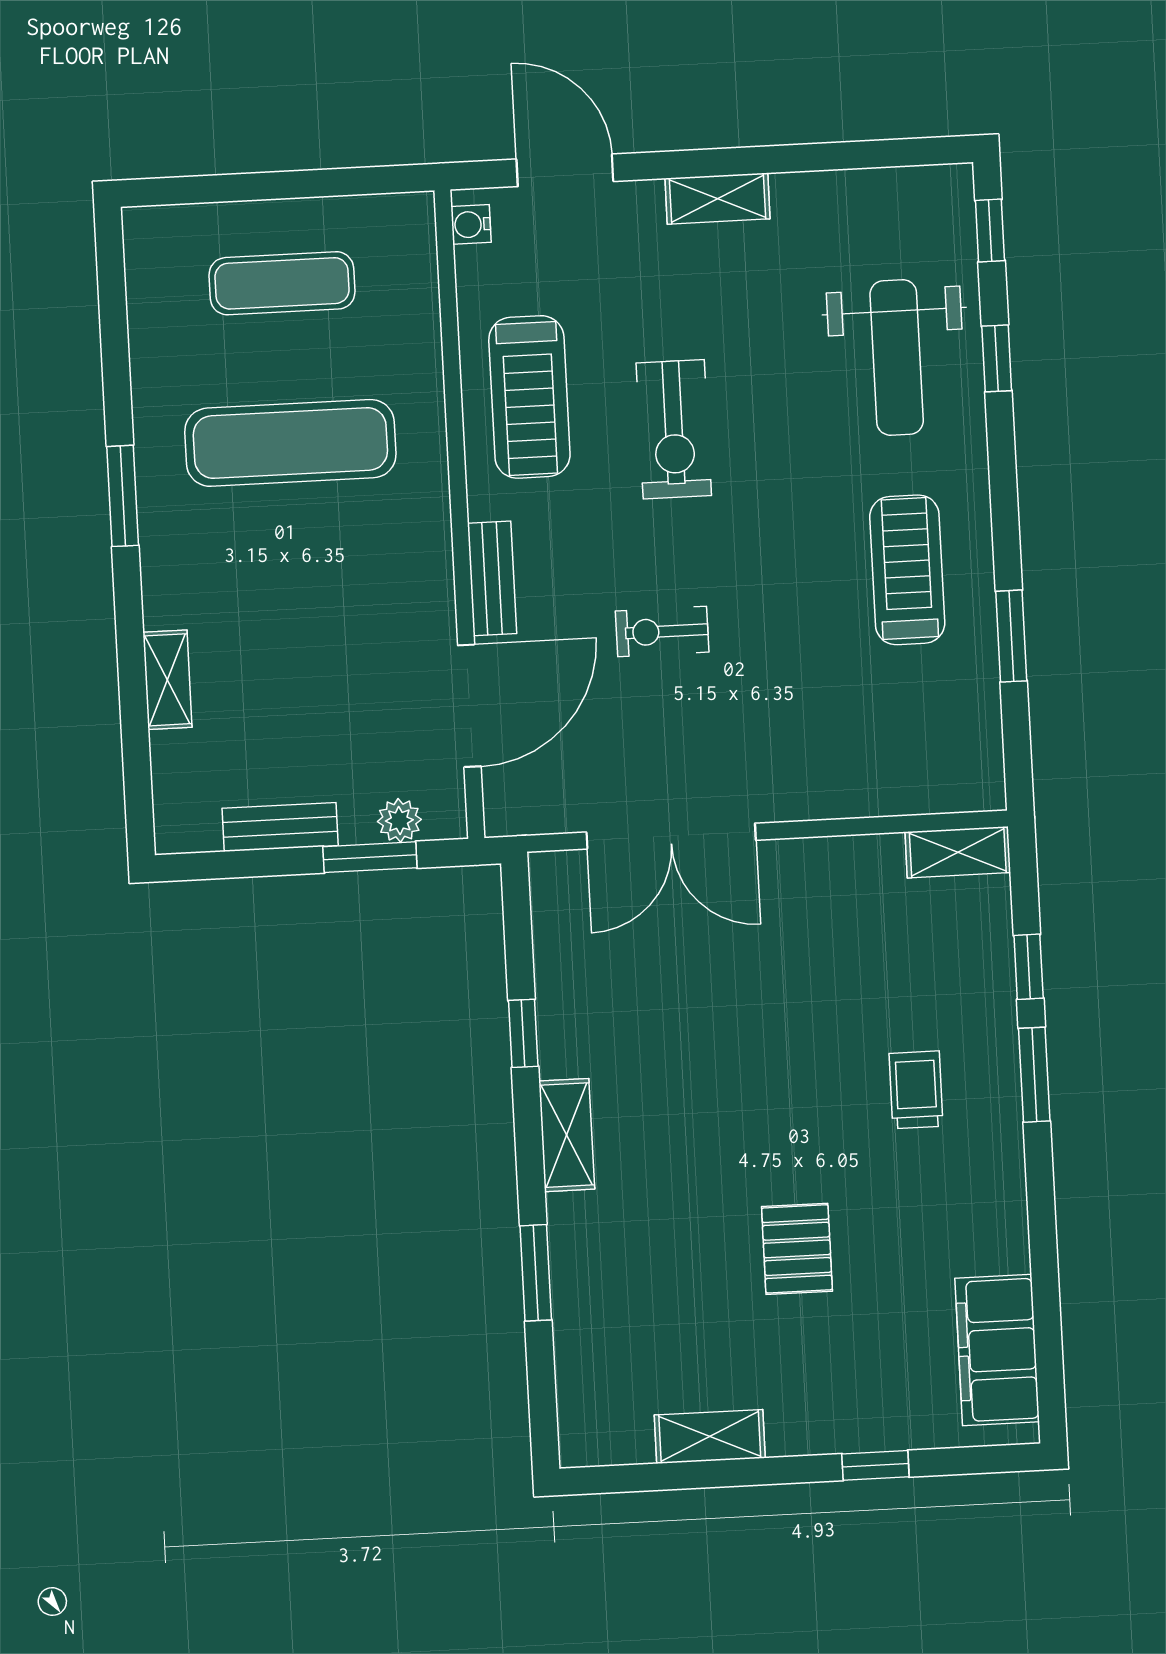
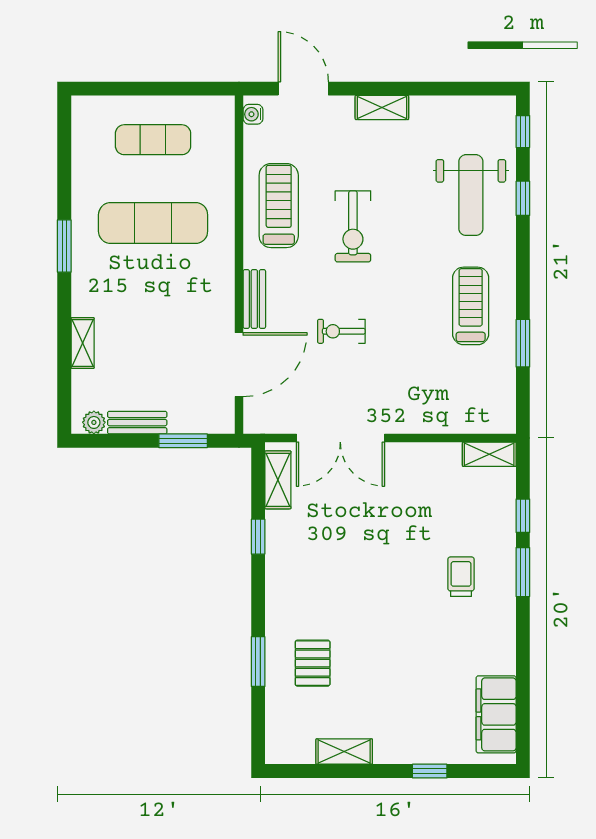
treadmill: (529, 397) -> (279, 206), turned 180
plant: (399, 820) -> (94, 422), moved
shelving: (567, 1135) -> (278, 480), moved
pallet: (797, 1249) -> (313, 663), moved

